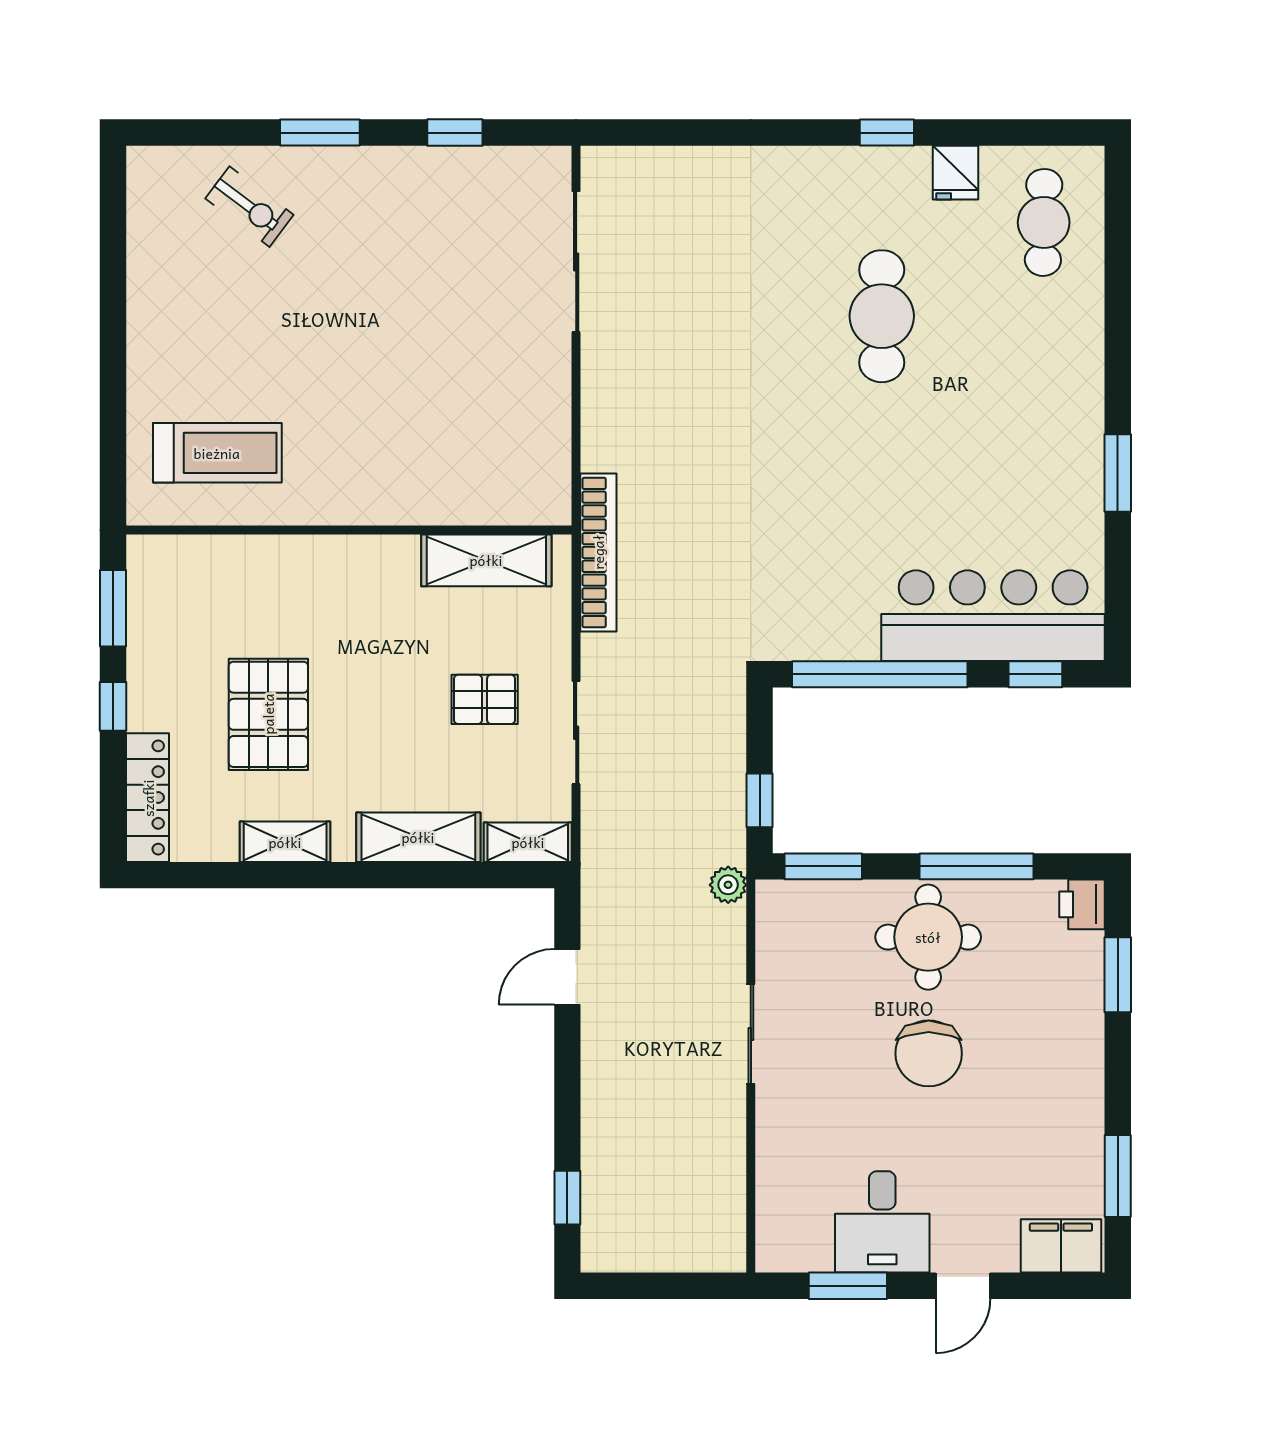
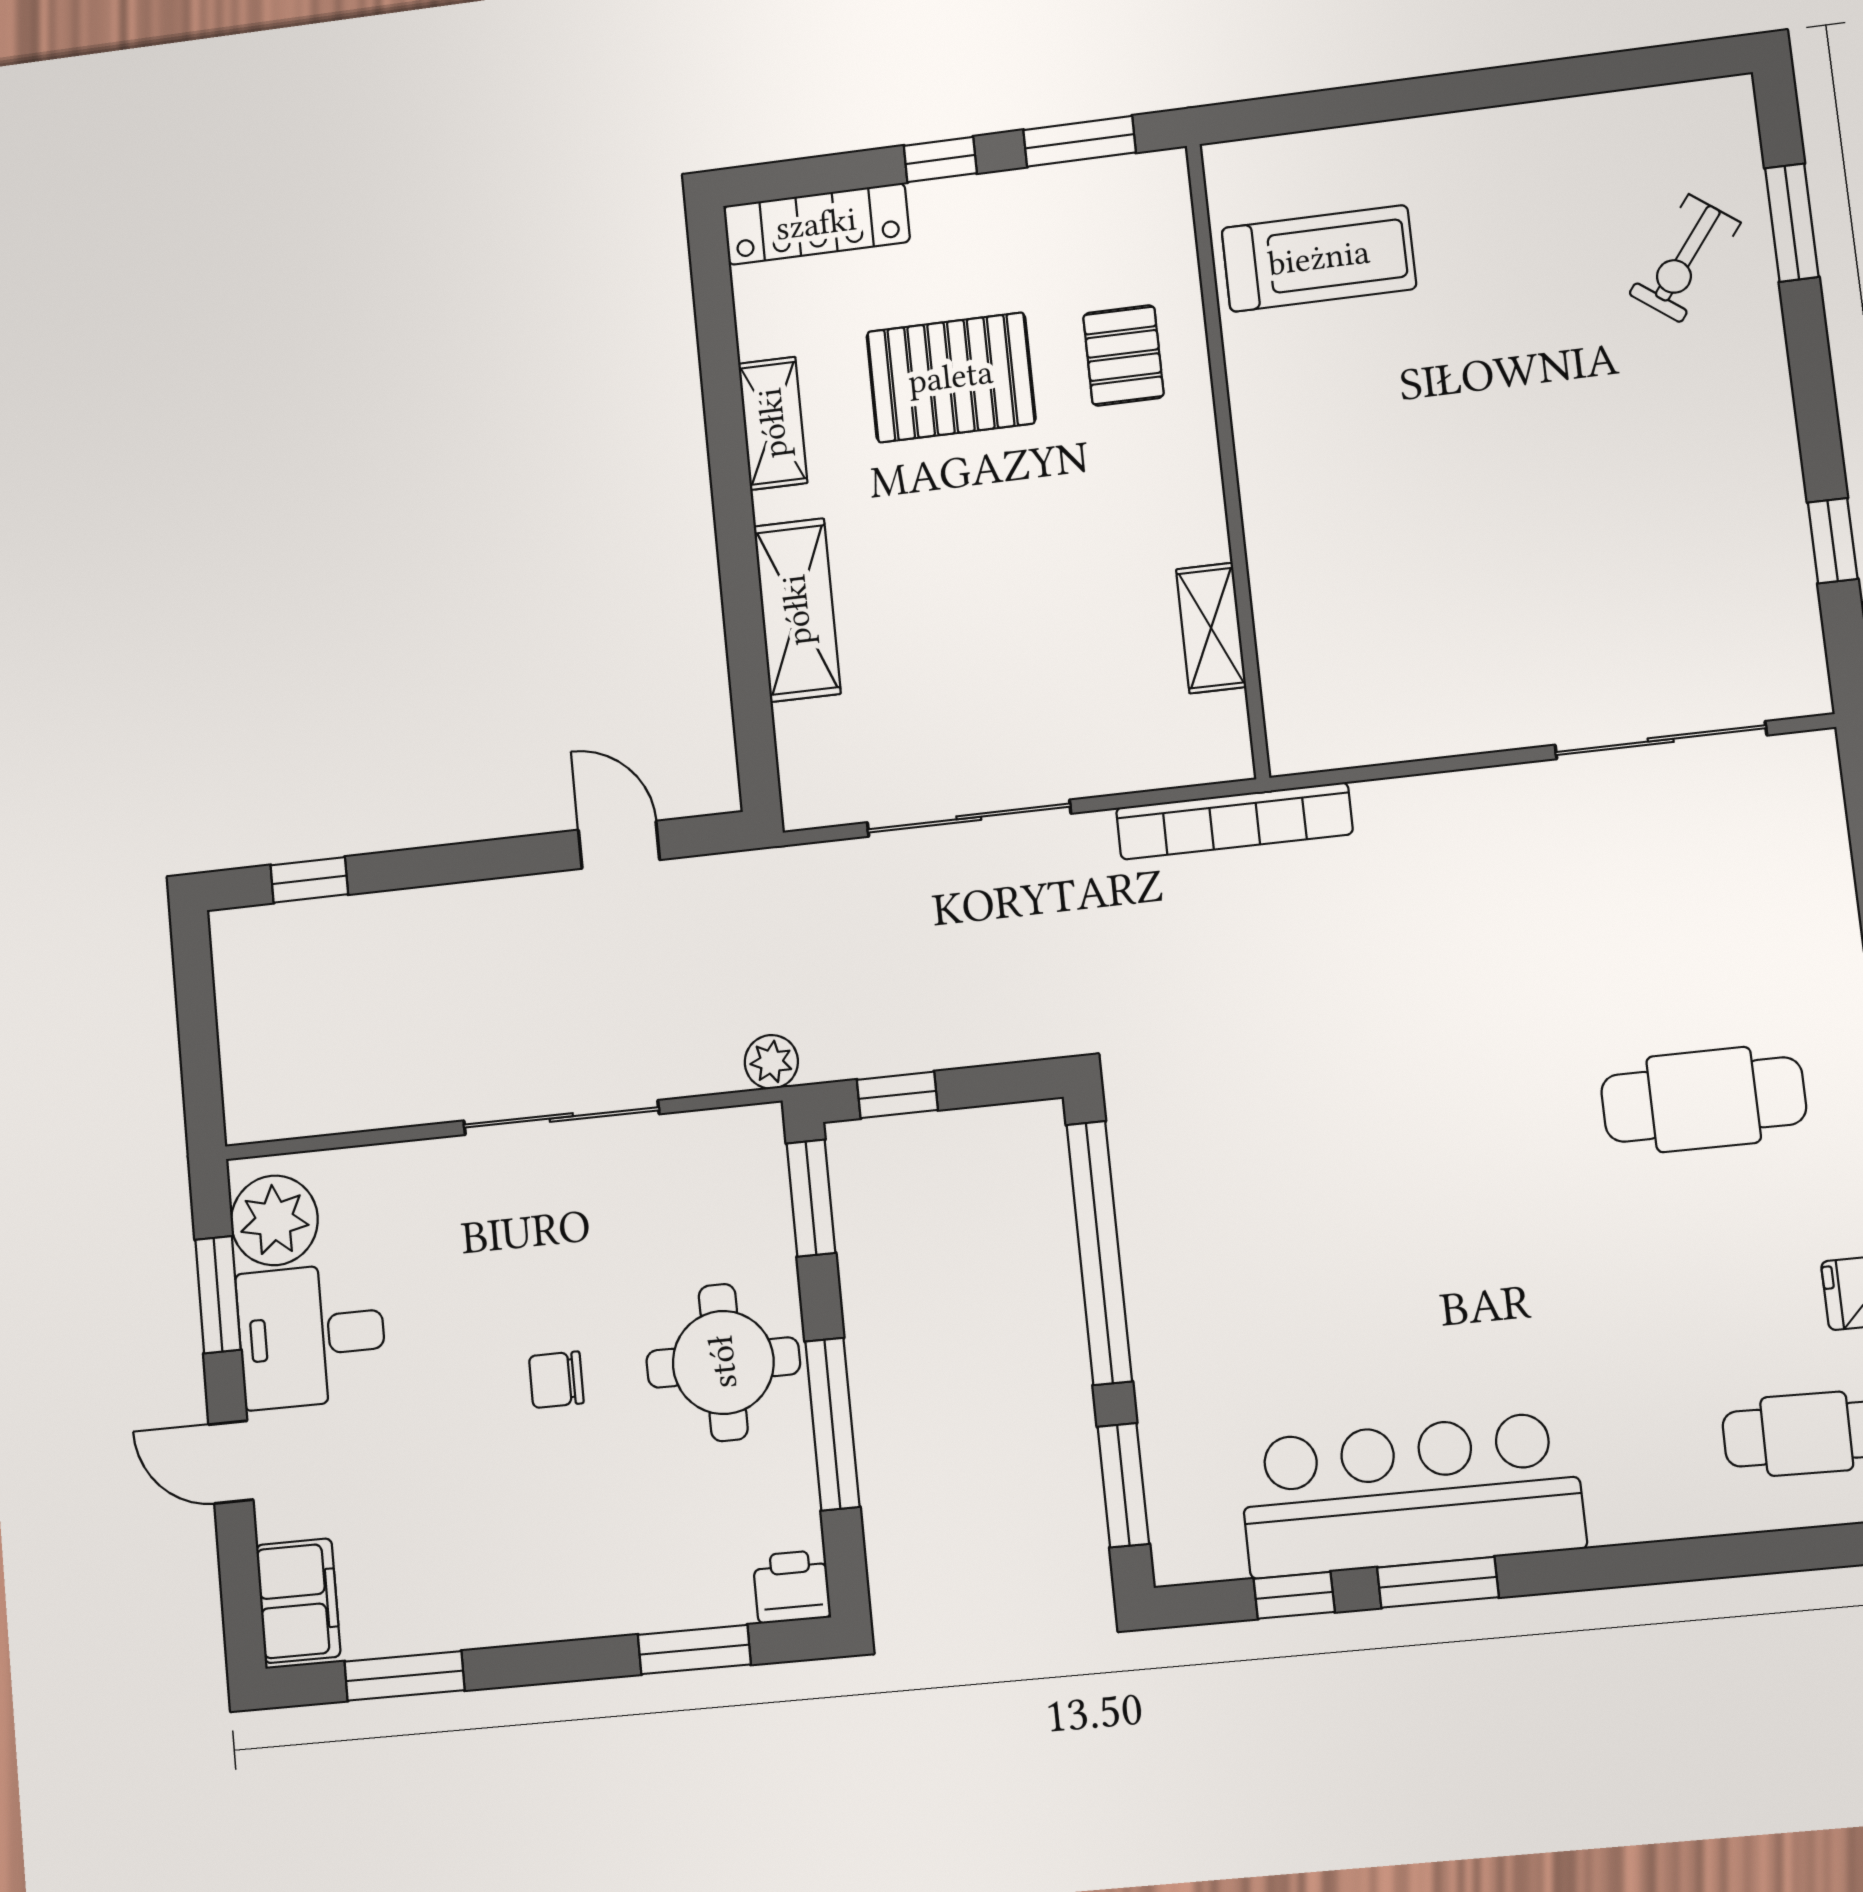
window: (320, 133) -> (1792, 223), moved
cafe table: (882, 316) -> (1704, 1100), moved
treadmill: (217, 453) -> (1319, 258), turned -90
shelving: (486, 560) -> (1211, 628), width x0.67, depth x0.75
window: (1118, 568) -> (1294, 1595), added
bar counter: (993, 616) -> (1411, 1495), moved, turned -90
window: (1035, 674) -> (1123, 1485), width x1.50
pallet: (485, 699) -> (1123, 355), moved
sliding door: (576, 733) -> (969, 818), width x1.37
shelving: (528, 842) -> (805, 767), removed
sliding door: (751, 1034) -> (561, 1117), width x1.37
chair: (929, 1053) -> (556, 1380), width x0.54, depth x0.54
plant: (801, 1242) -> (274, 1220), added

